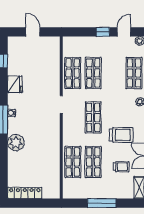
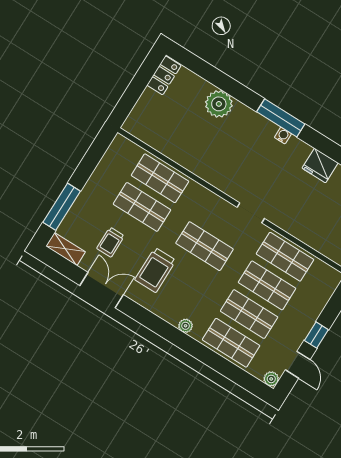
shop shelf: (114, 73) -> (249, 314), added
plant: (16, 143) -> (219, 104), moved
locker: (25, 193) -> (164, 75), width x0.66
window: (102, 203) -> (62, 207), moved

